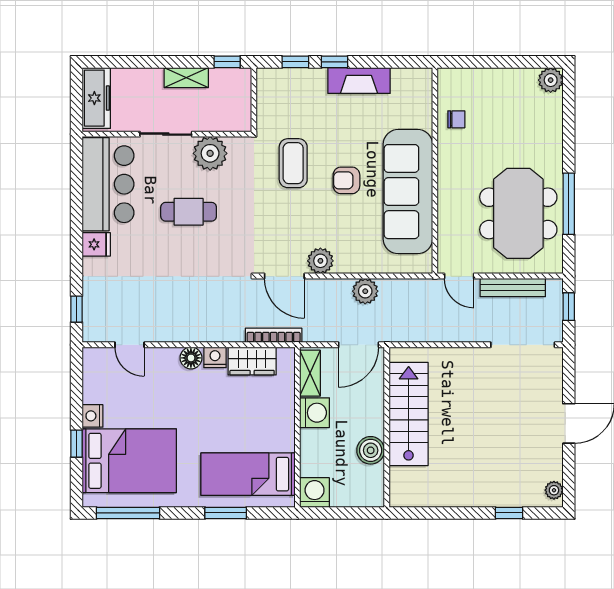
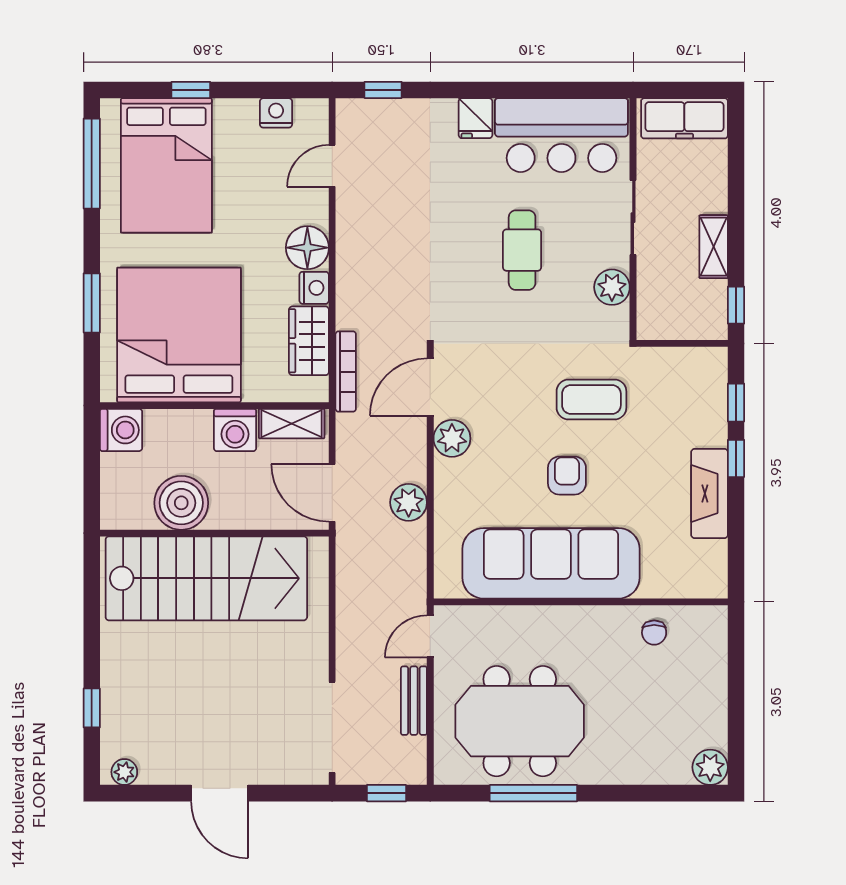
plant: (210, 153) -> (612, 287), width x0.73, depth x0.73
bench: (513, 287) -> (414, 701), width x0.73
floor lamp: (191, 358) -> (307, 248), width x1.38, depth x1.38
stairs: (409, 414) -> (206, 578), width x1.36, depth x1.51
nightstand: (93, 416) -> (276, 113), moved
boiler: (371, 450) -> (181, 503), width x1.37, depth x1.37
bed: (248, 474) -> (179, 335), width x2.04

